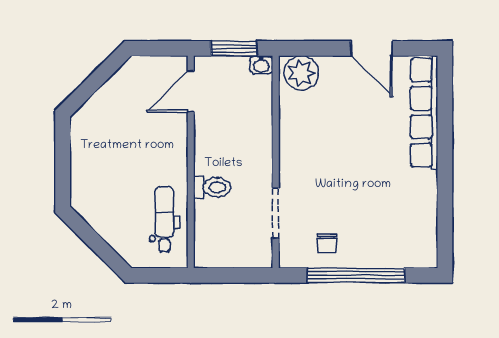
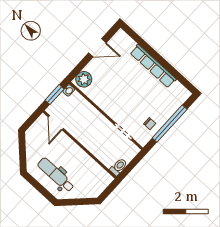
row of seats: (424, 113) -> (153, 66), moved
toilet: (212, 187) -> (119, 167), moved
dental chair: (164, 219) -> (56, 175), moved, width x1.36, depth x1.38

